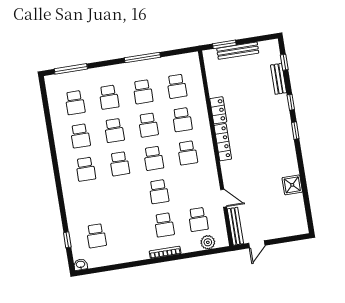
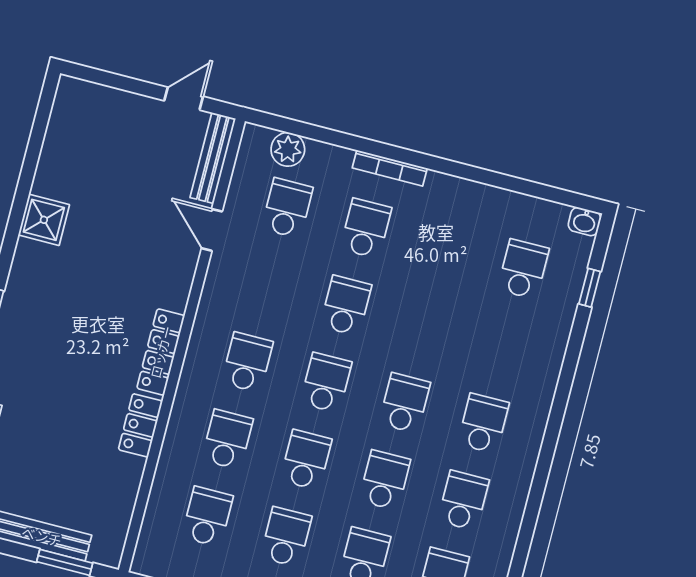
shower: (292, 185) -> (44, 220), moved

